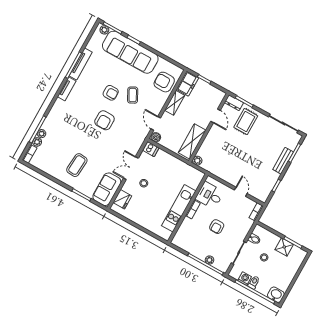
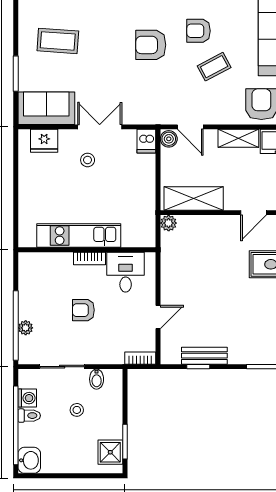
armchair: (111, 93) -> (199, 31), turned 90
door: (156, 123) -> (190, 127), swing flipped
bench: (283, 161) -> (204, 356), moved
shower: (284, 247) -> (110, 452), moved

